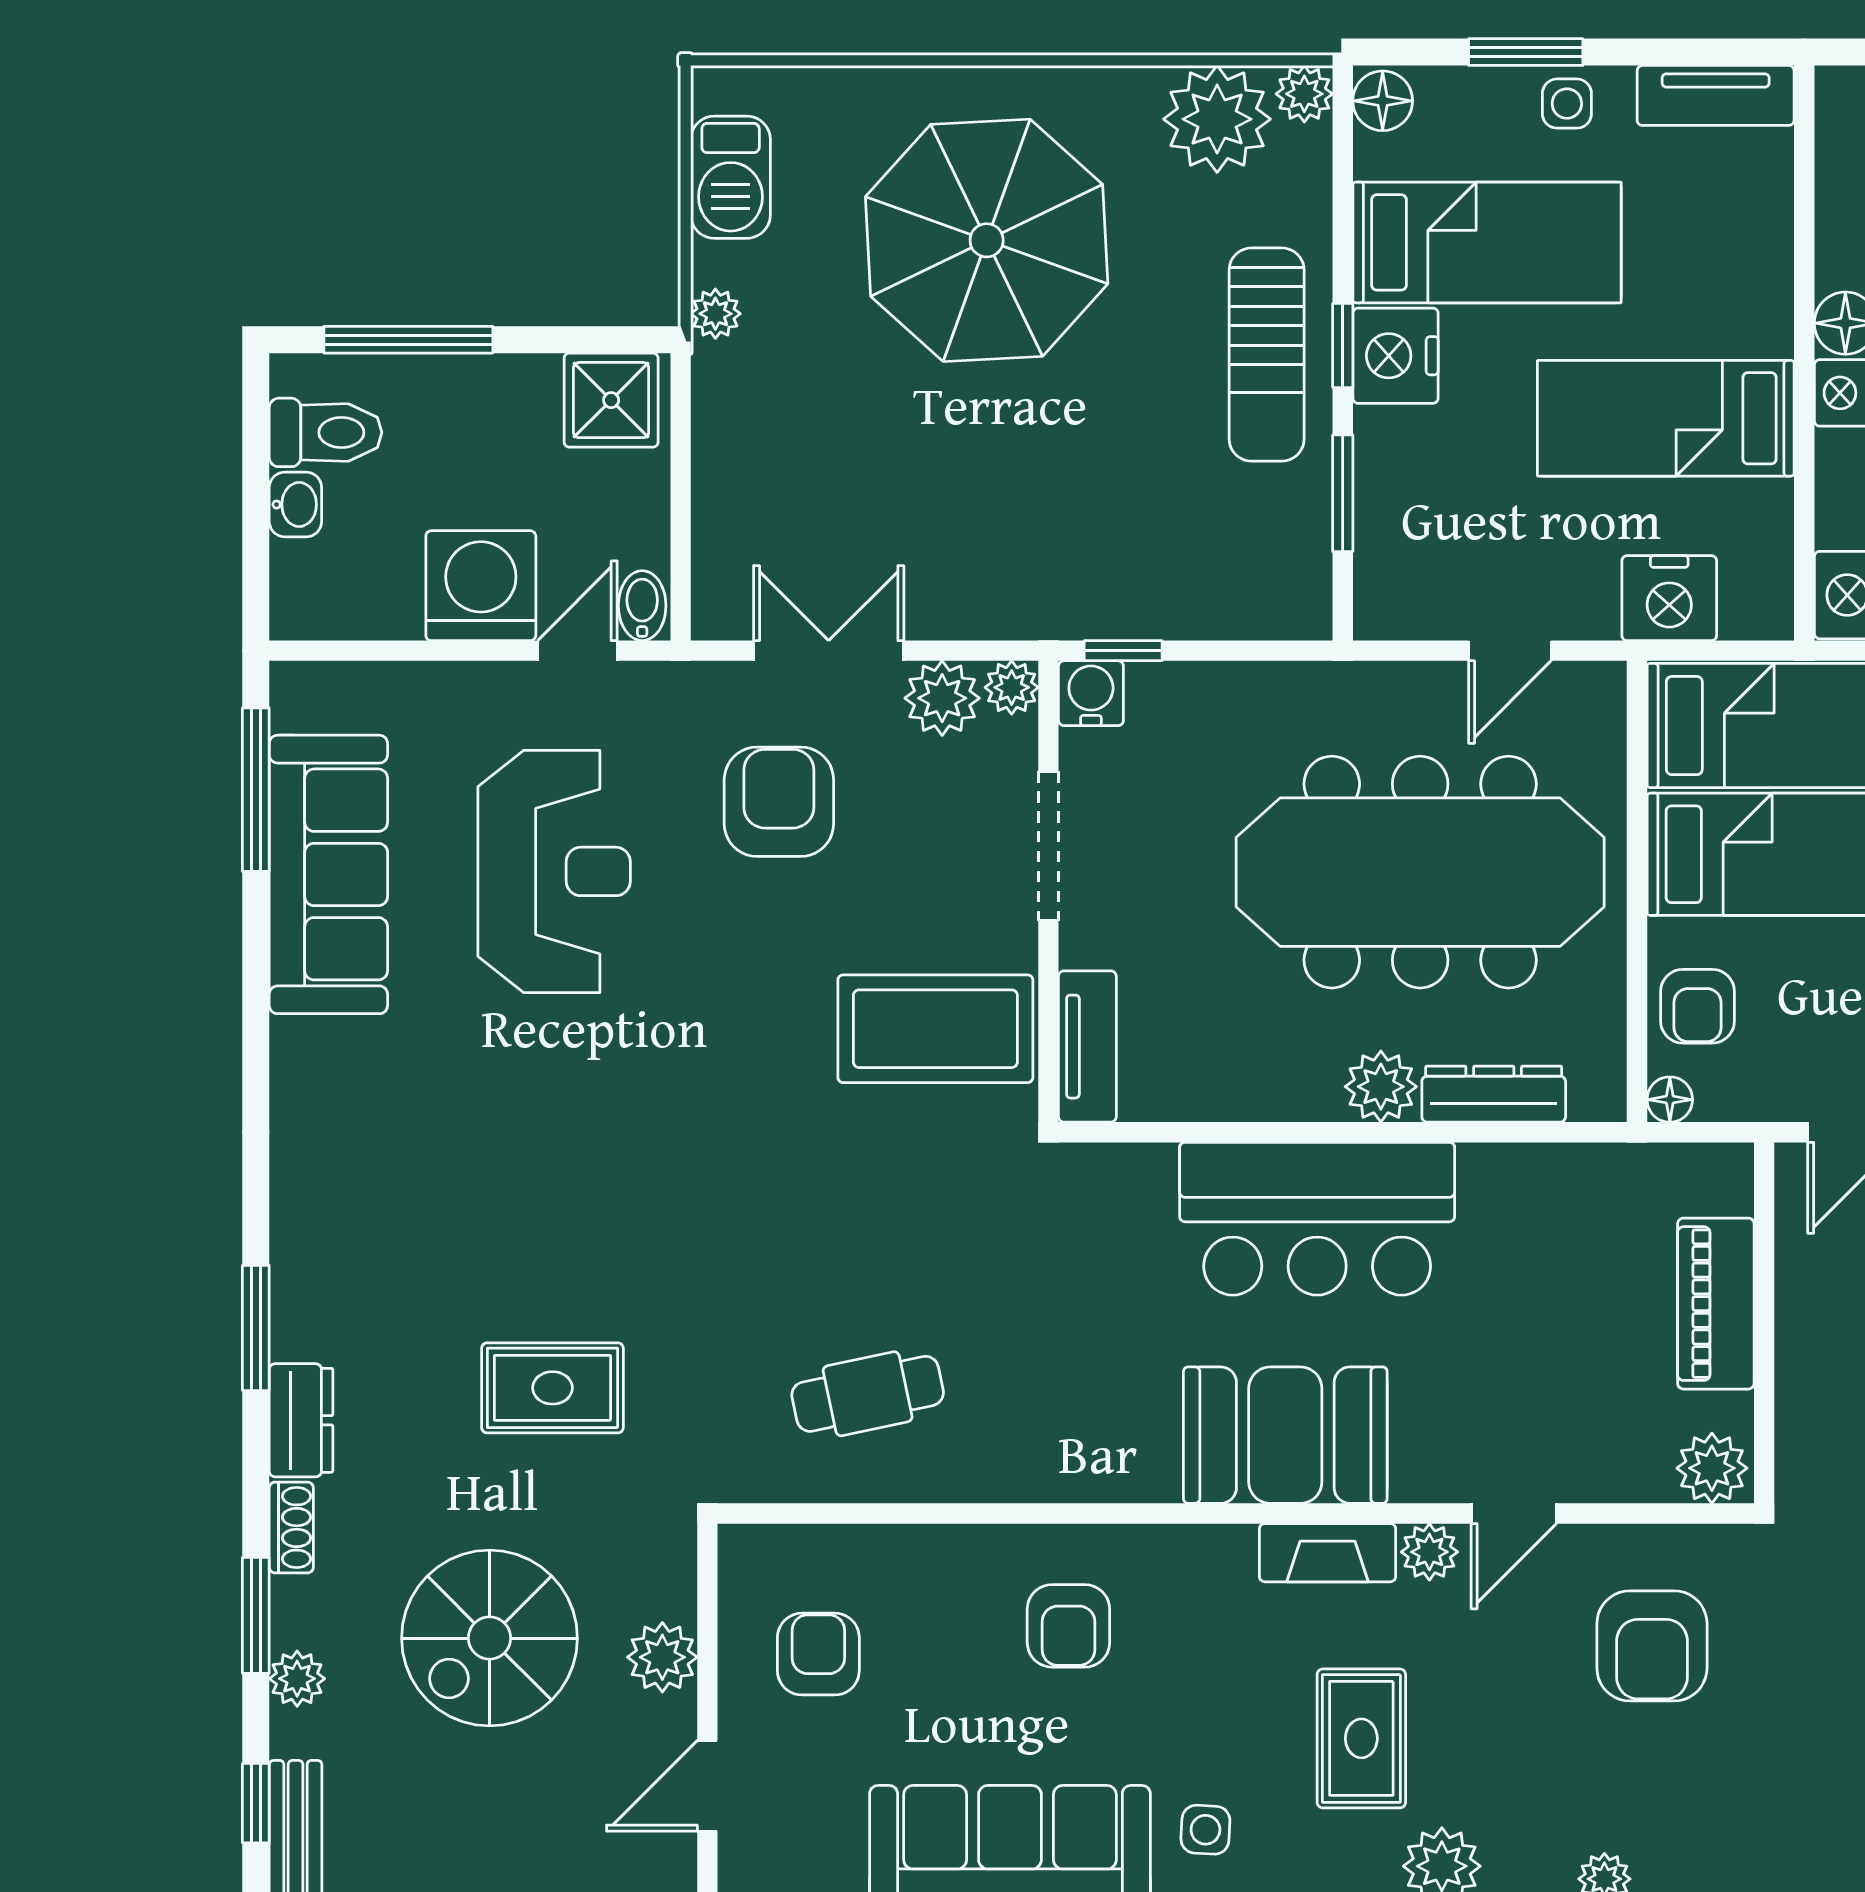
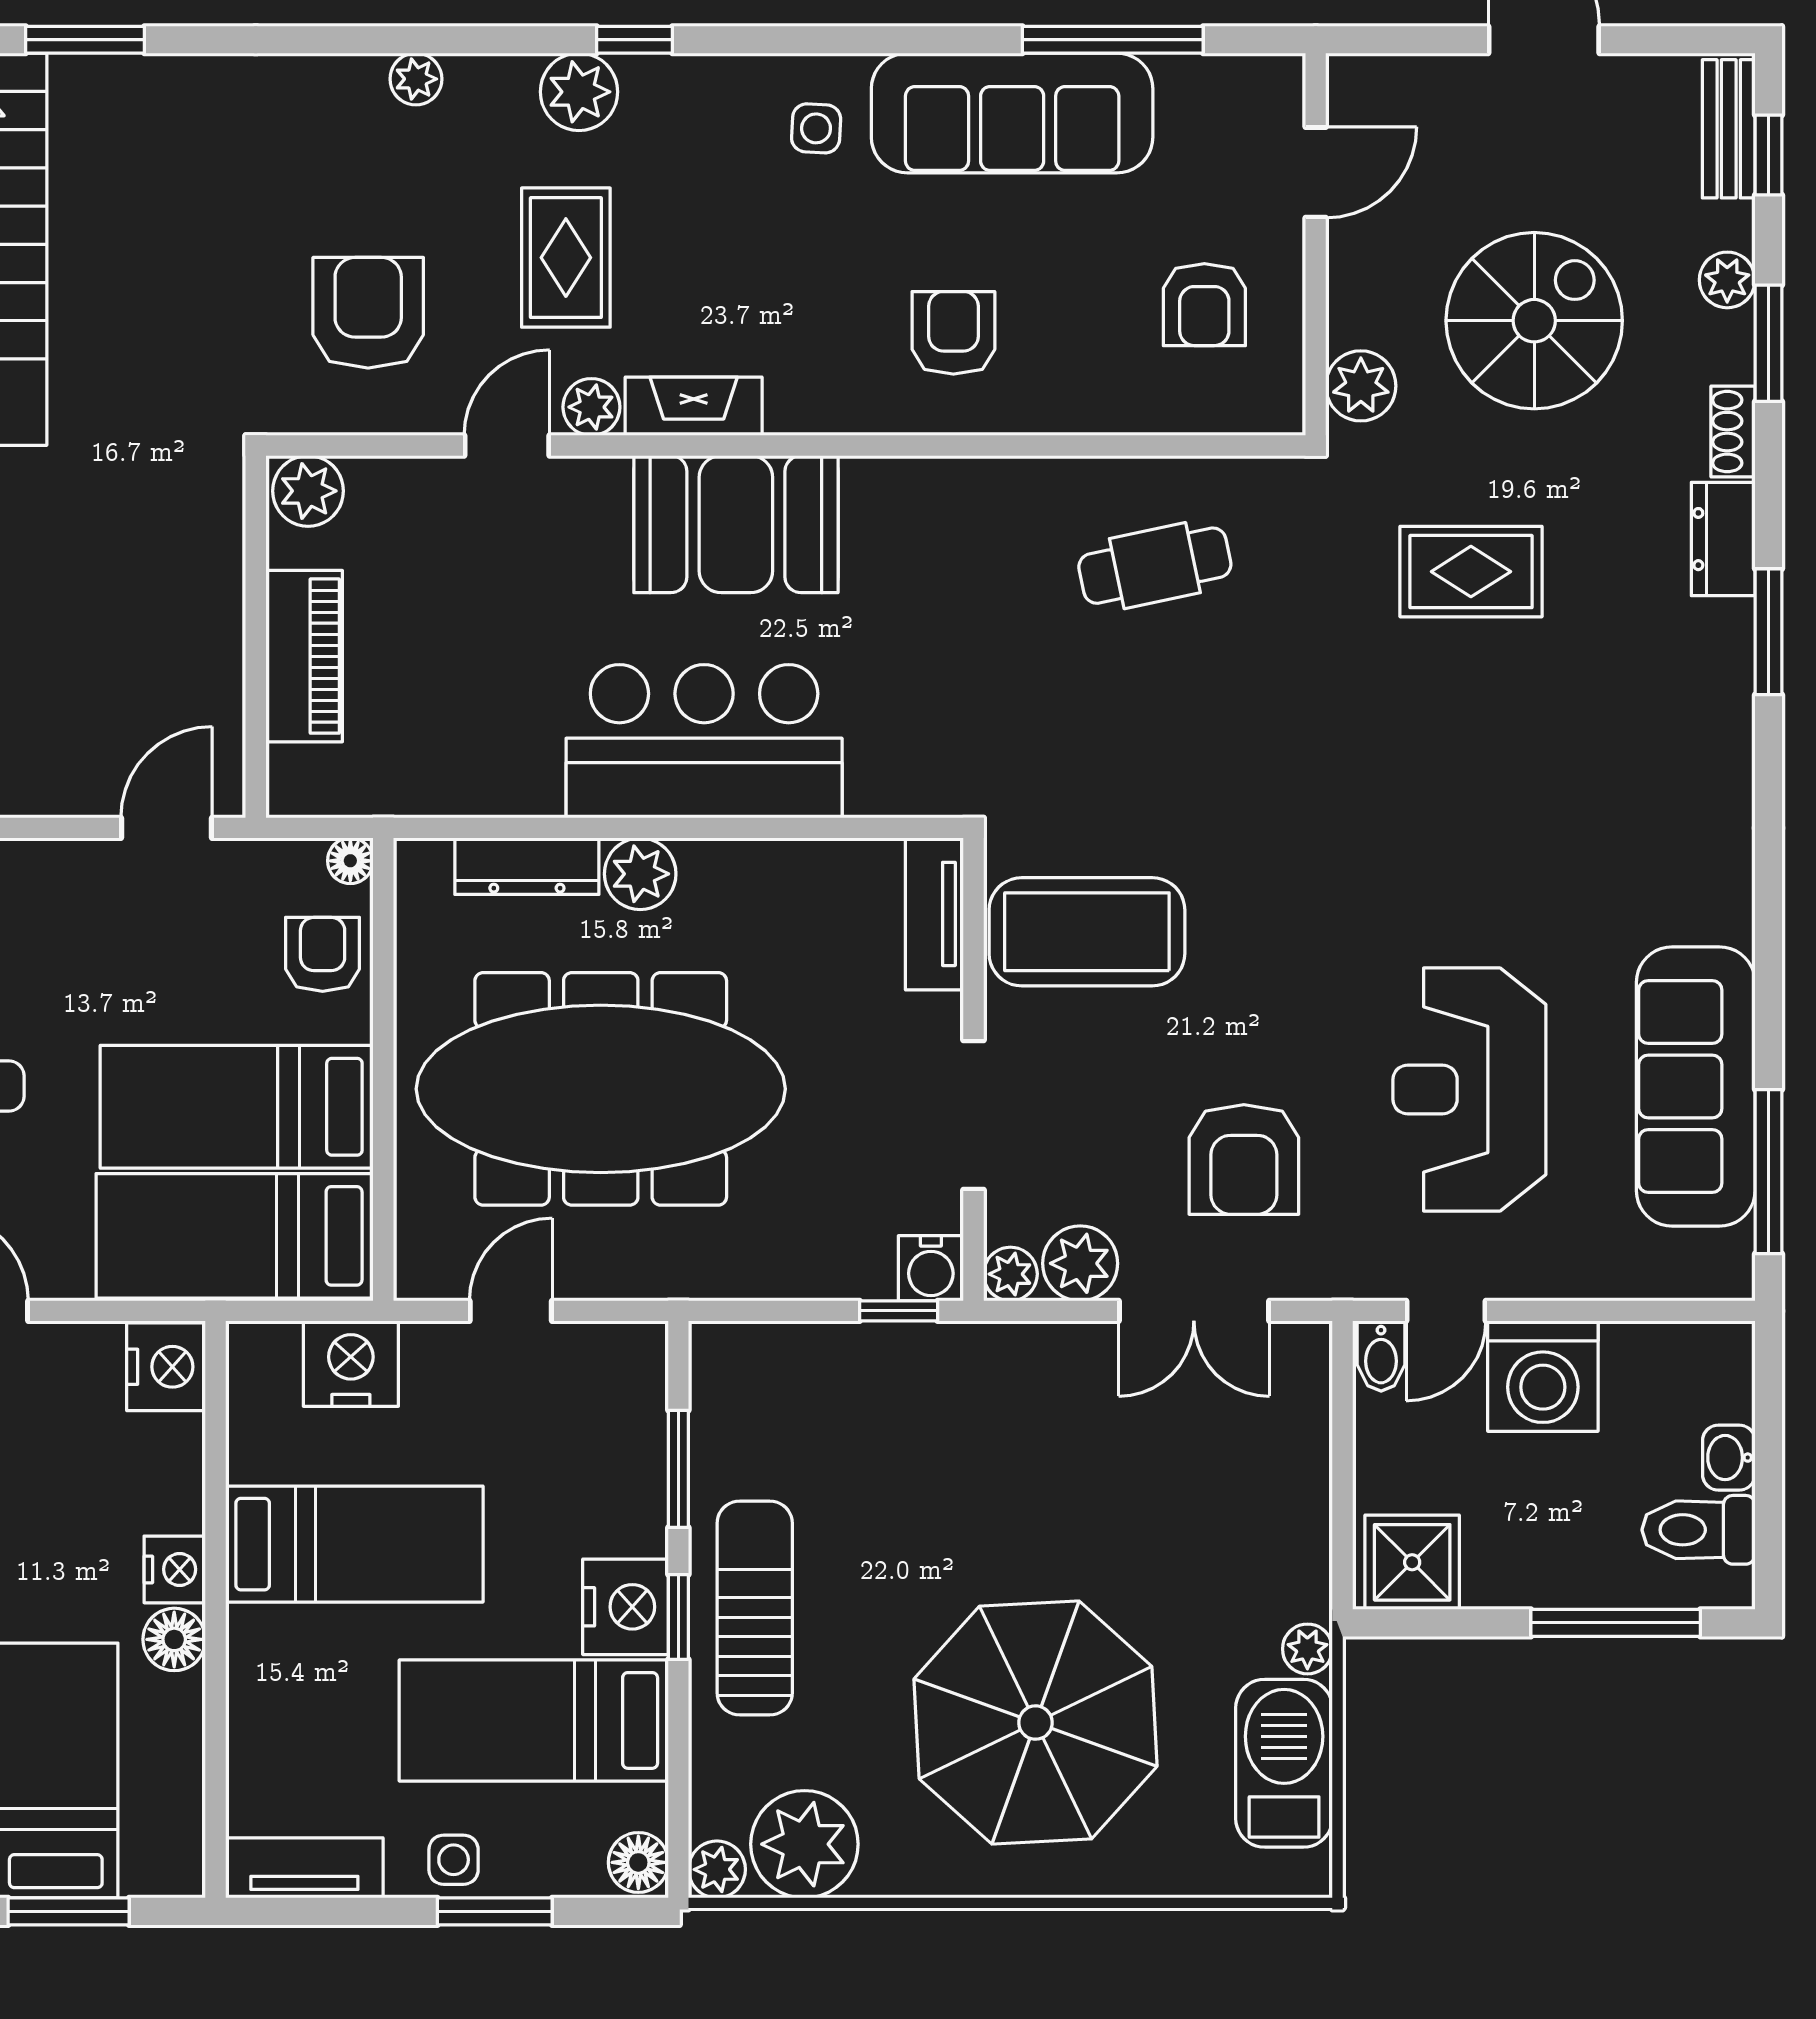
barbecue: (731, 177) -> (1284, 1763), width x1.37, depth x1.21
plant: (662, 1657) -> (1361, 386), moved
rug: (1361, 1738) -> (566, 258), moved

